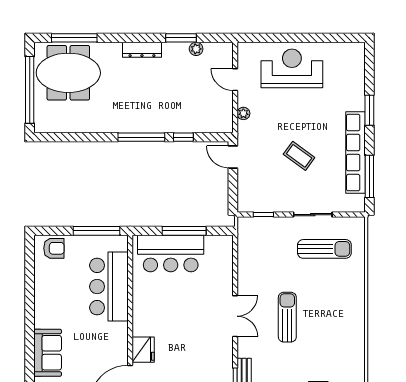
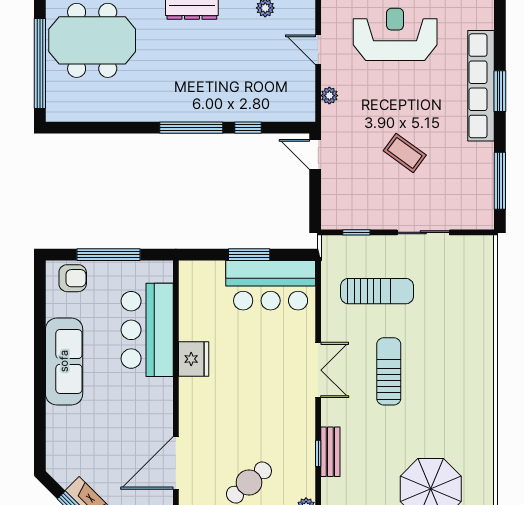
row of seats: (355, 153) -> (481, 86), moved
window: (96, 231) -> (108, 255), moved
window: (184, 231) -> (249, 255), width x0.69
sun lounger: (324, 249) -> (377, 291), moved
bar counter: (171, 254) -> (271, 285), moved
fridge: (143, 350) -> (194, 359), moved
sofa: (48, 353) -> (64, 361), moved, width x1.36

